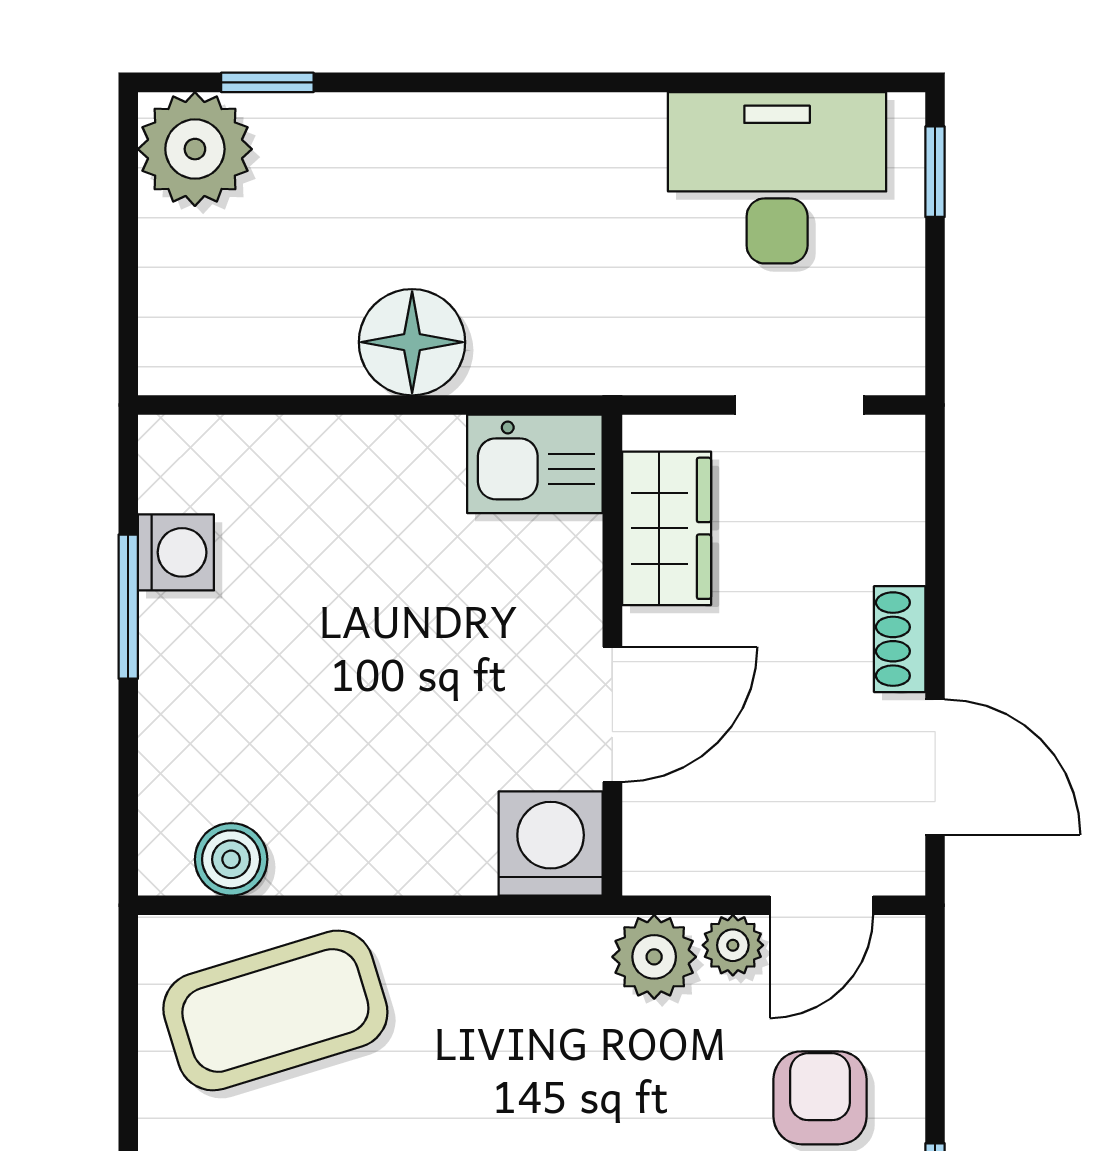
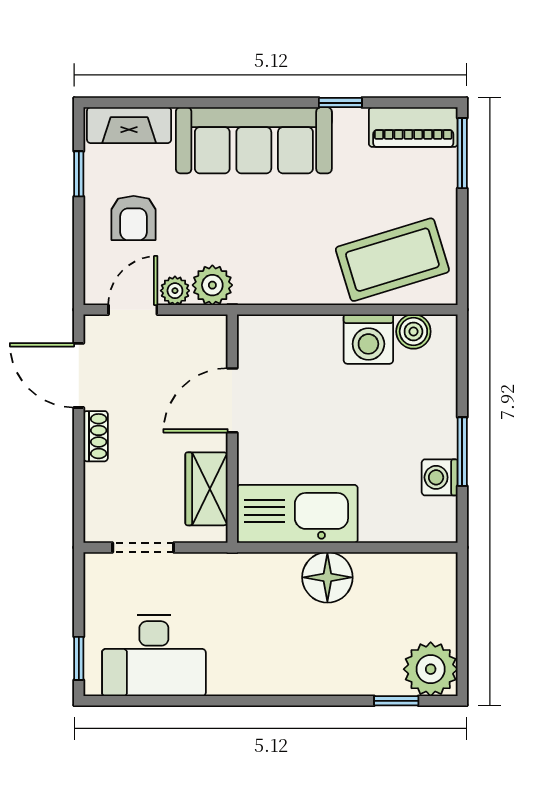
kitchen sink: (535, 464) -> (297, 514), width x1.87, depth x1.24
washing machine: (551, 843) -> (368, 339), moved

